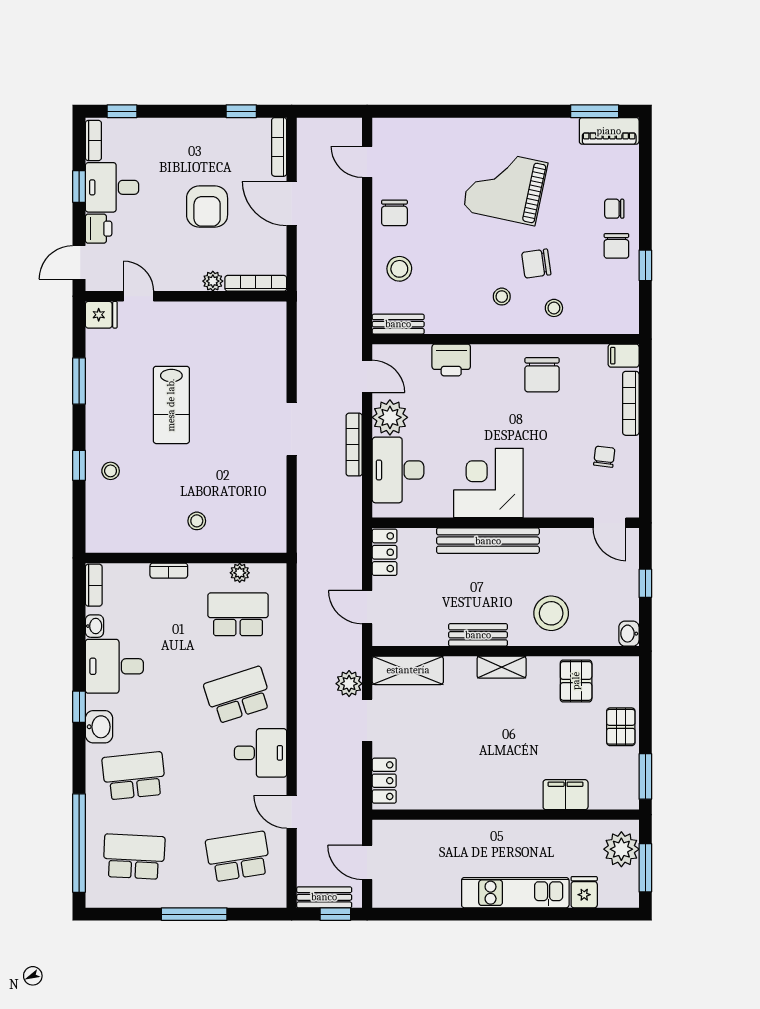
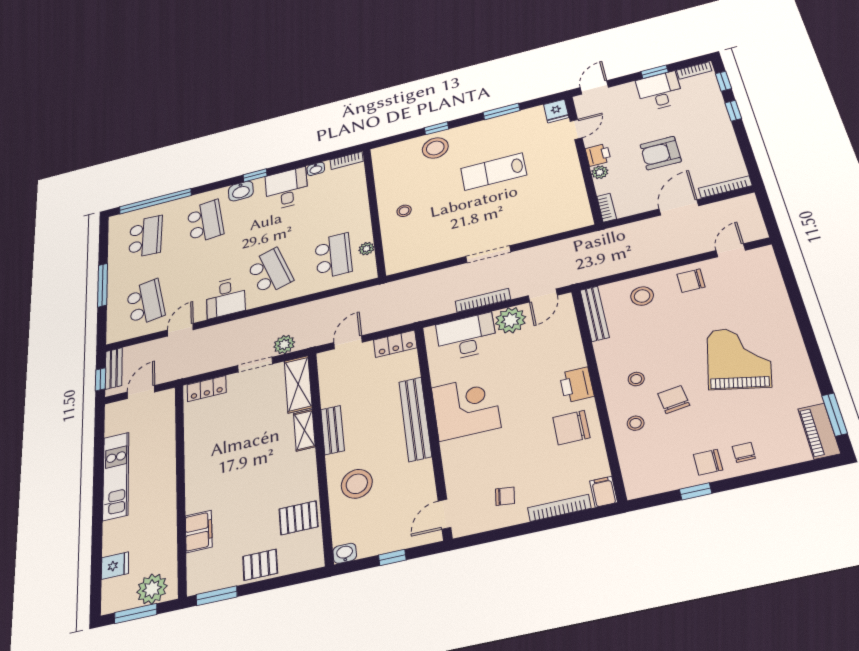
window: (241, 111) -> (733, 111), moved
printer: (99, 229) -> (598, 155), moved, turned -90
door: (79, 262) -> (594, 87), hinge flipped
bookcase: (256, 283) -> (607, 208), width x0.64
bench: (398, 324) -> (595, 314), width x1.36
printer: (451, 360) -> (577, 385), moved
stool: (111, 471) -> (435, 148), width x1.89, depth x1.89
bookcase: (169, 571) -> (363, 203), removed
shelving: (502, 667) -> (304, 430), moved
kitchen unit: (515, 893) -> (116, 476), moved

